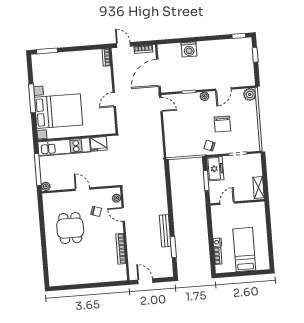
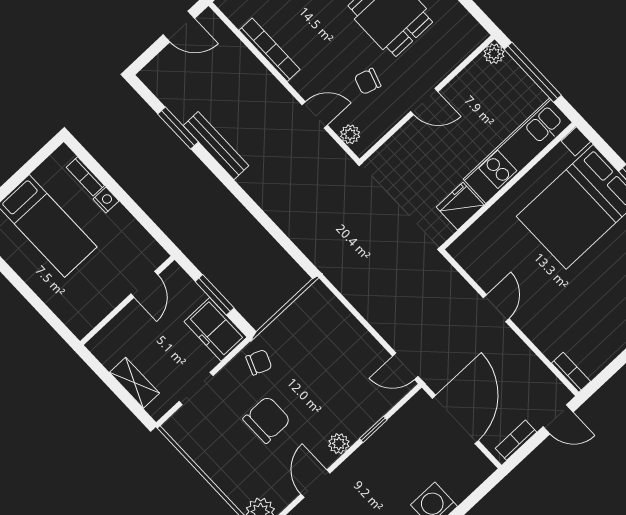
chair: (222, 124) -> (267, 420), turned 90
shelving: (258, 188) -> (134, 383), moved

